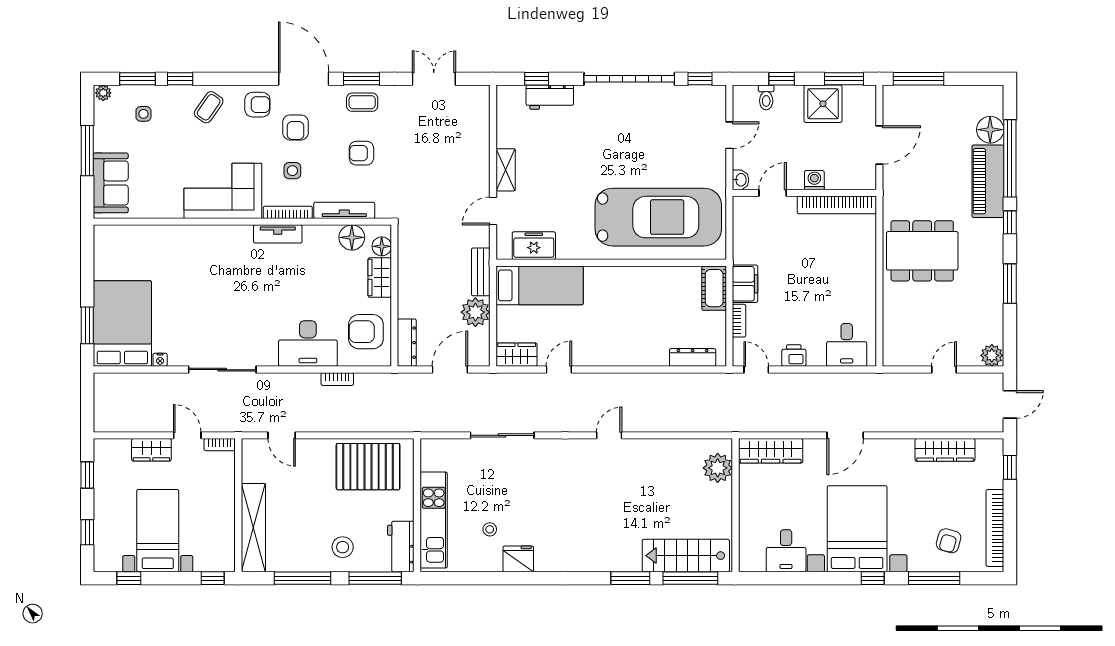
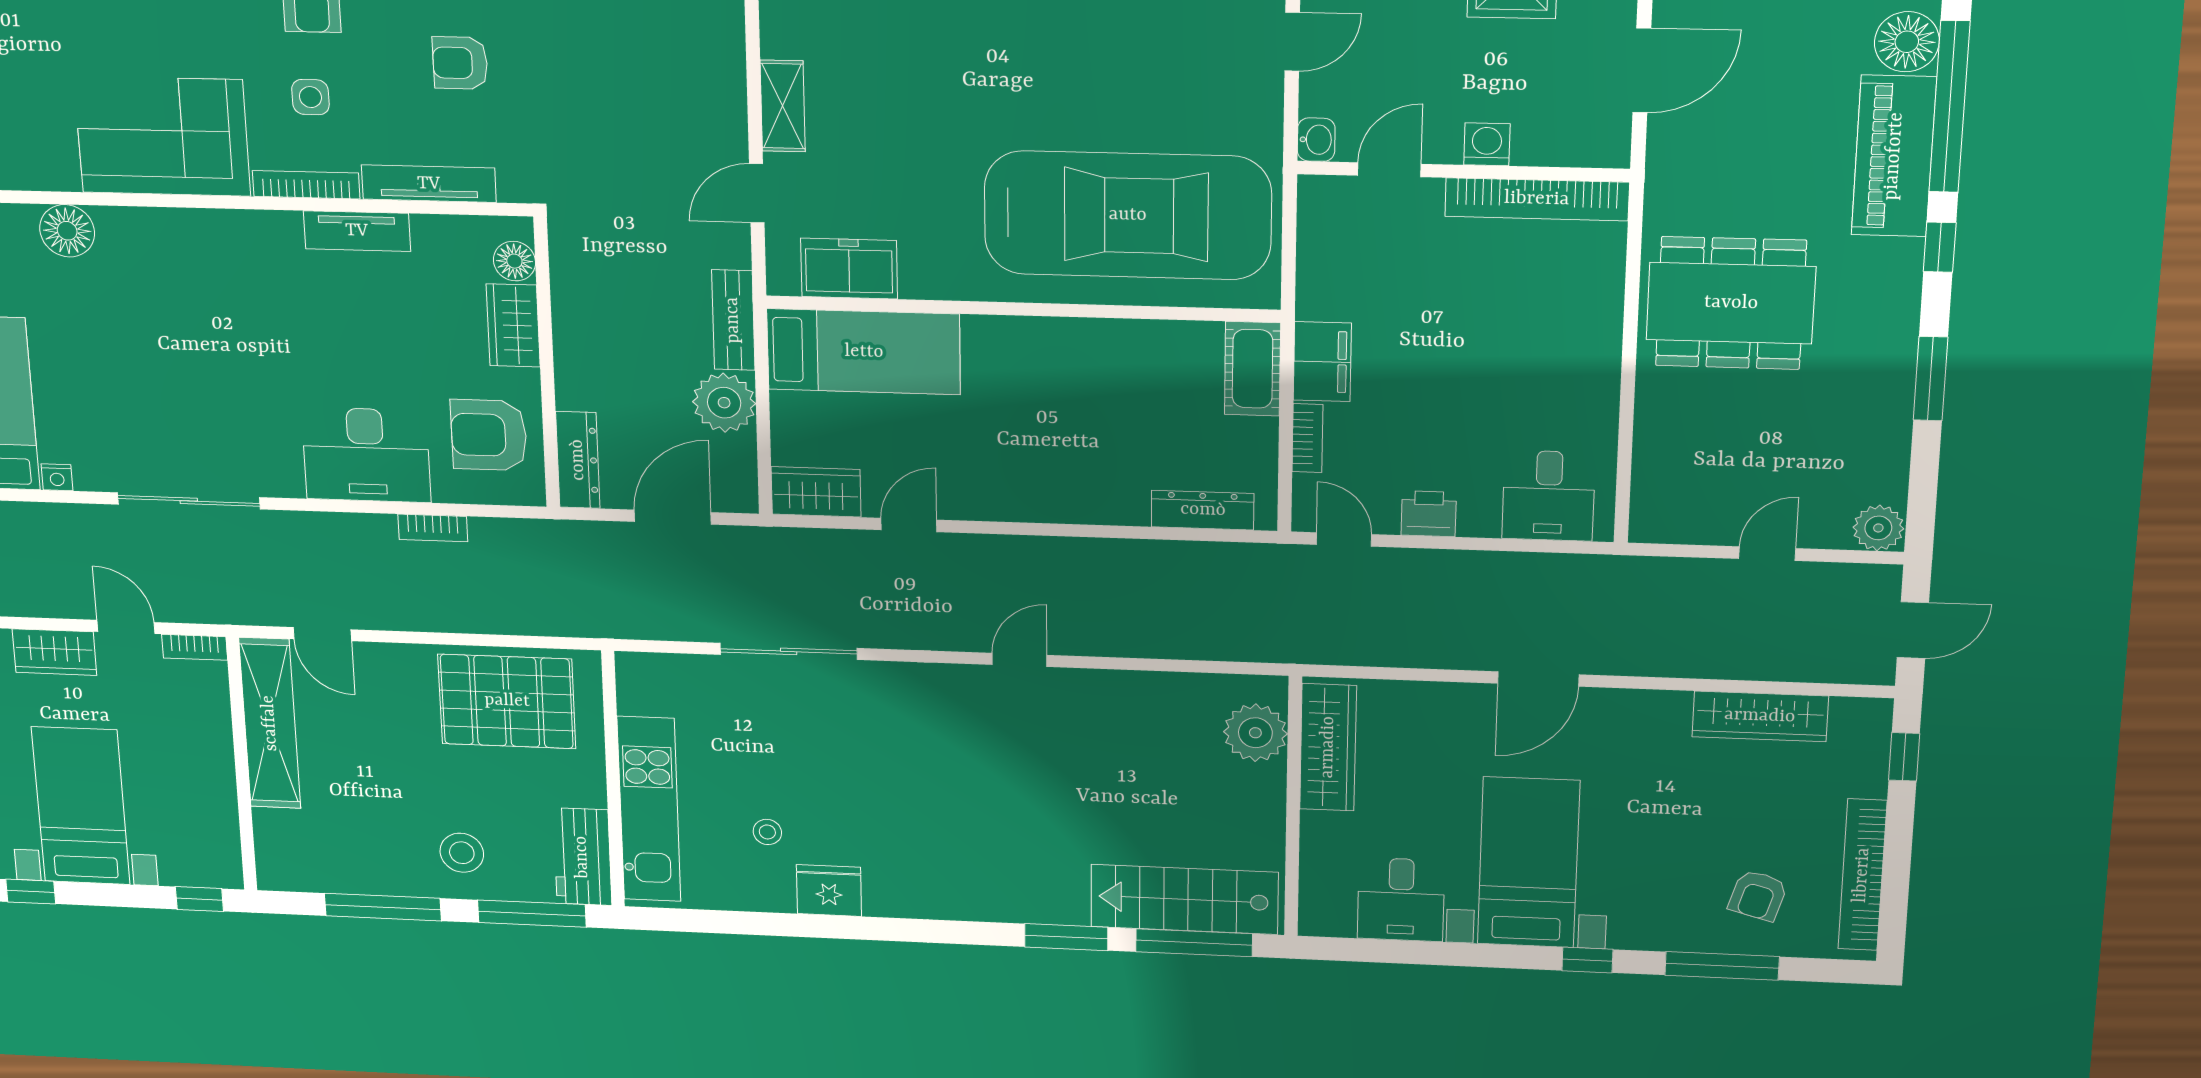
tv unit: (278, 234) -> (357, 231), moved
floor lamp: (352, 237) -> (67, 231), moved
wardrobe: (771, 451) -> (1328, 747), moved, turned -90
shelving: (253, 528) -> (270, 723), moved
bed with nightstands: (857, 529) -> (1528, 863), width x0.73

